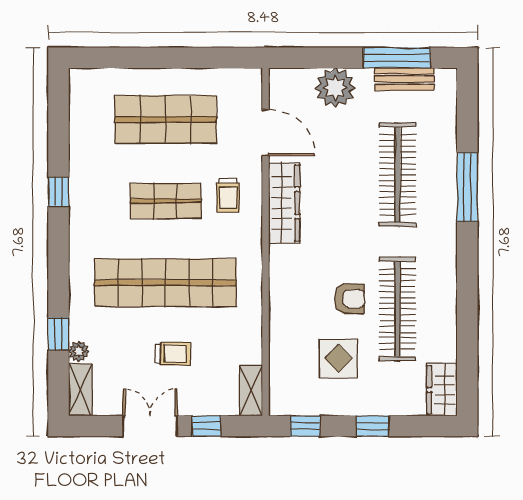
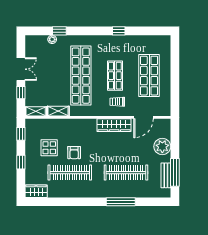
trolley: (173, 354) -> (51, 79), removed
shelving: (80, 390) -> (58, 111), moved

